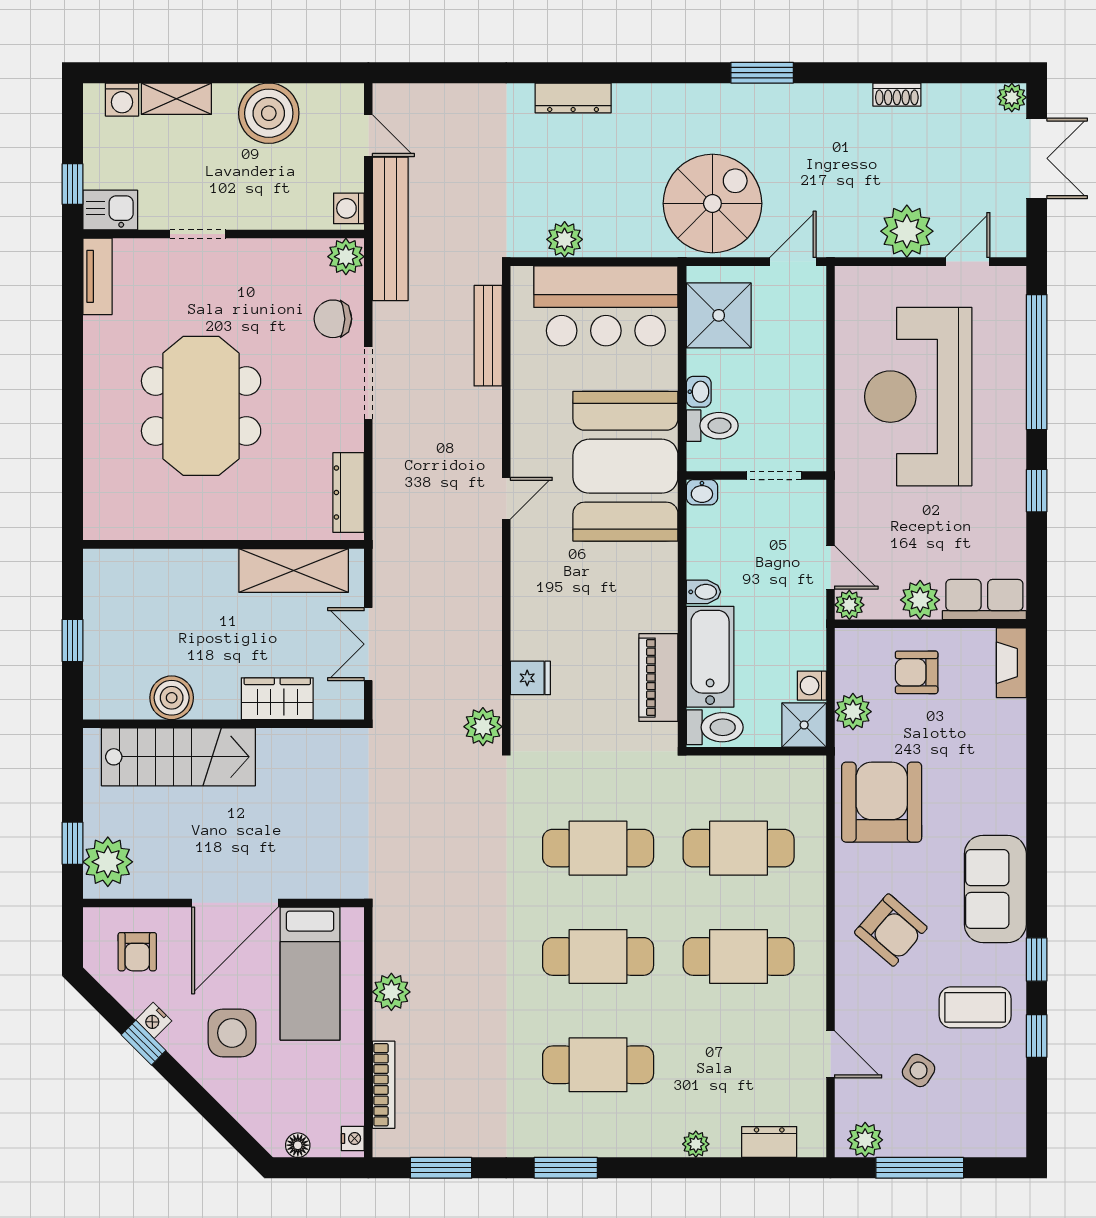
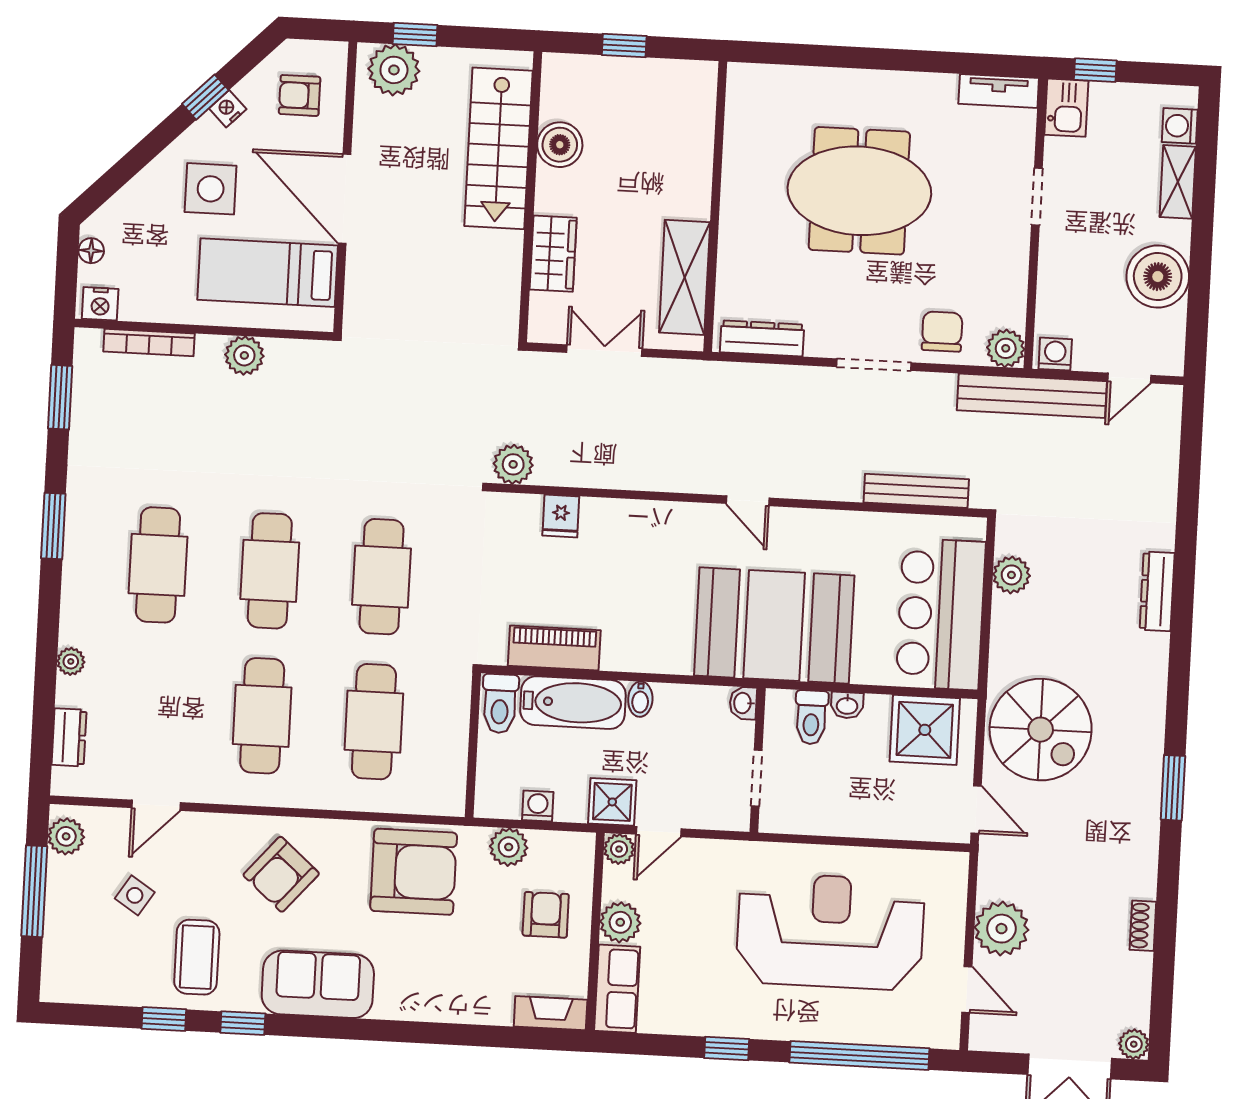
shower: (804, 725) -> (612, 802), moved
nightstand: (353, 1139) -> (100, 304), width x1.39, depth x1.35

